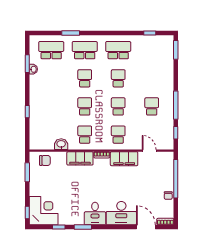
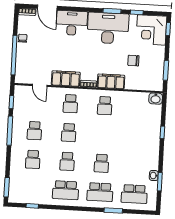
school desk: (85, 106) -> (33, 159), moved
washbasin: (61, 144) -> (156, 99), moved
chair: (45, 160) -> (133, 61), moved
desk: (95, 213) -> (108, 28), width x1.87, depth x1.30

